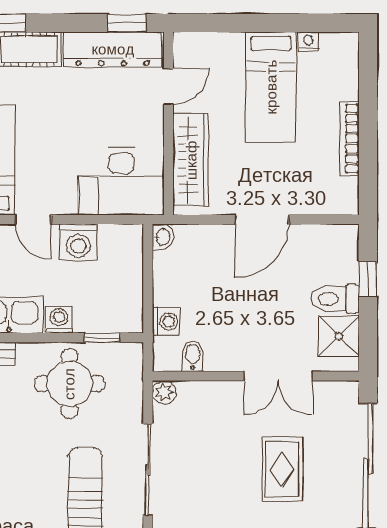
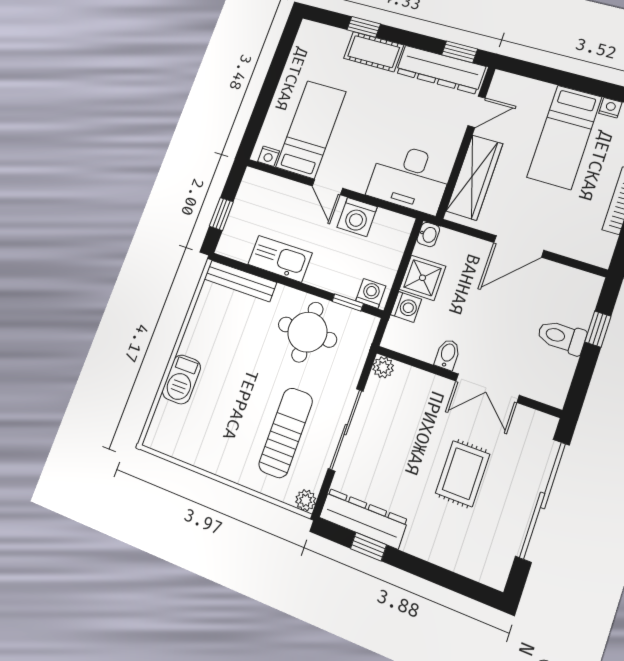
washing machine: (59, 320) -> (371, 293), moved
shower: (339, 336) -> (422, 278), moved
bidet: (193, 356) -> (447, 354), moved

